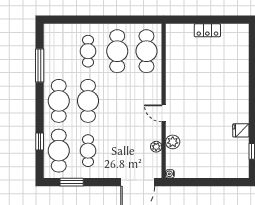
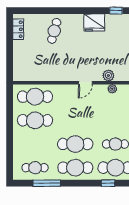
locker: (207, 30) -> (18, 29), moved
cafe table: (88, 51) -> (35, 168), moved
cafe table: (228, 75) -> (54, 31), added
fridge: (241, 130) -> (94, 22), width x1.88, depth x1.34

